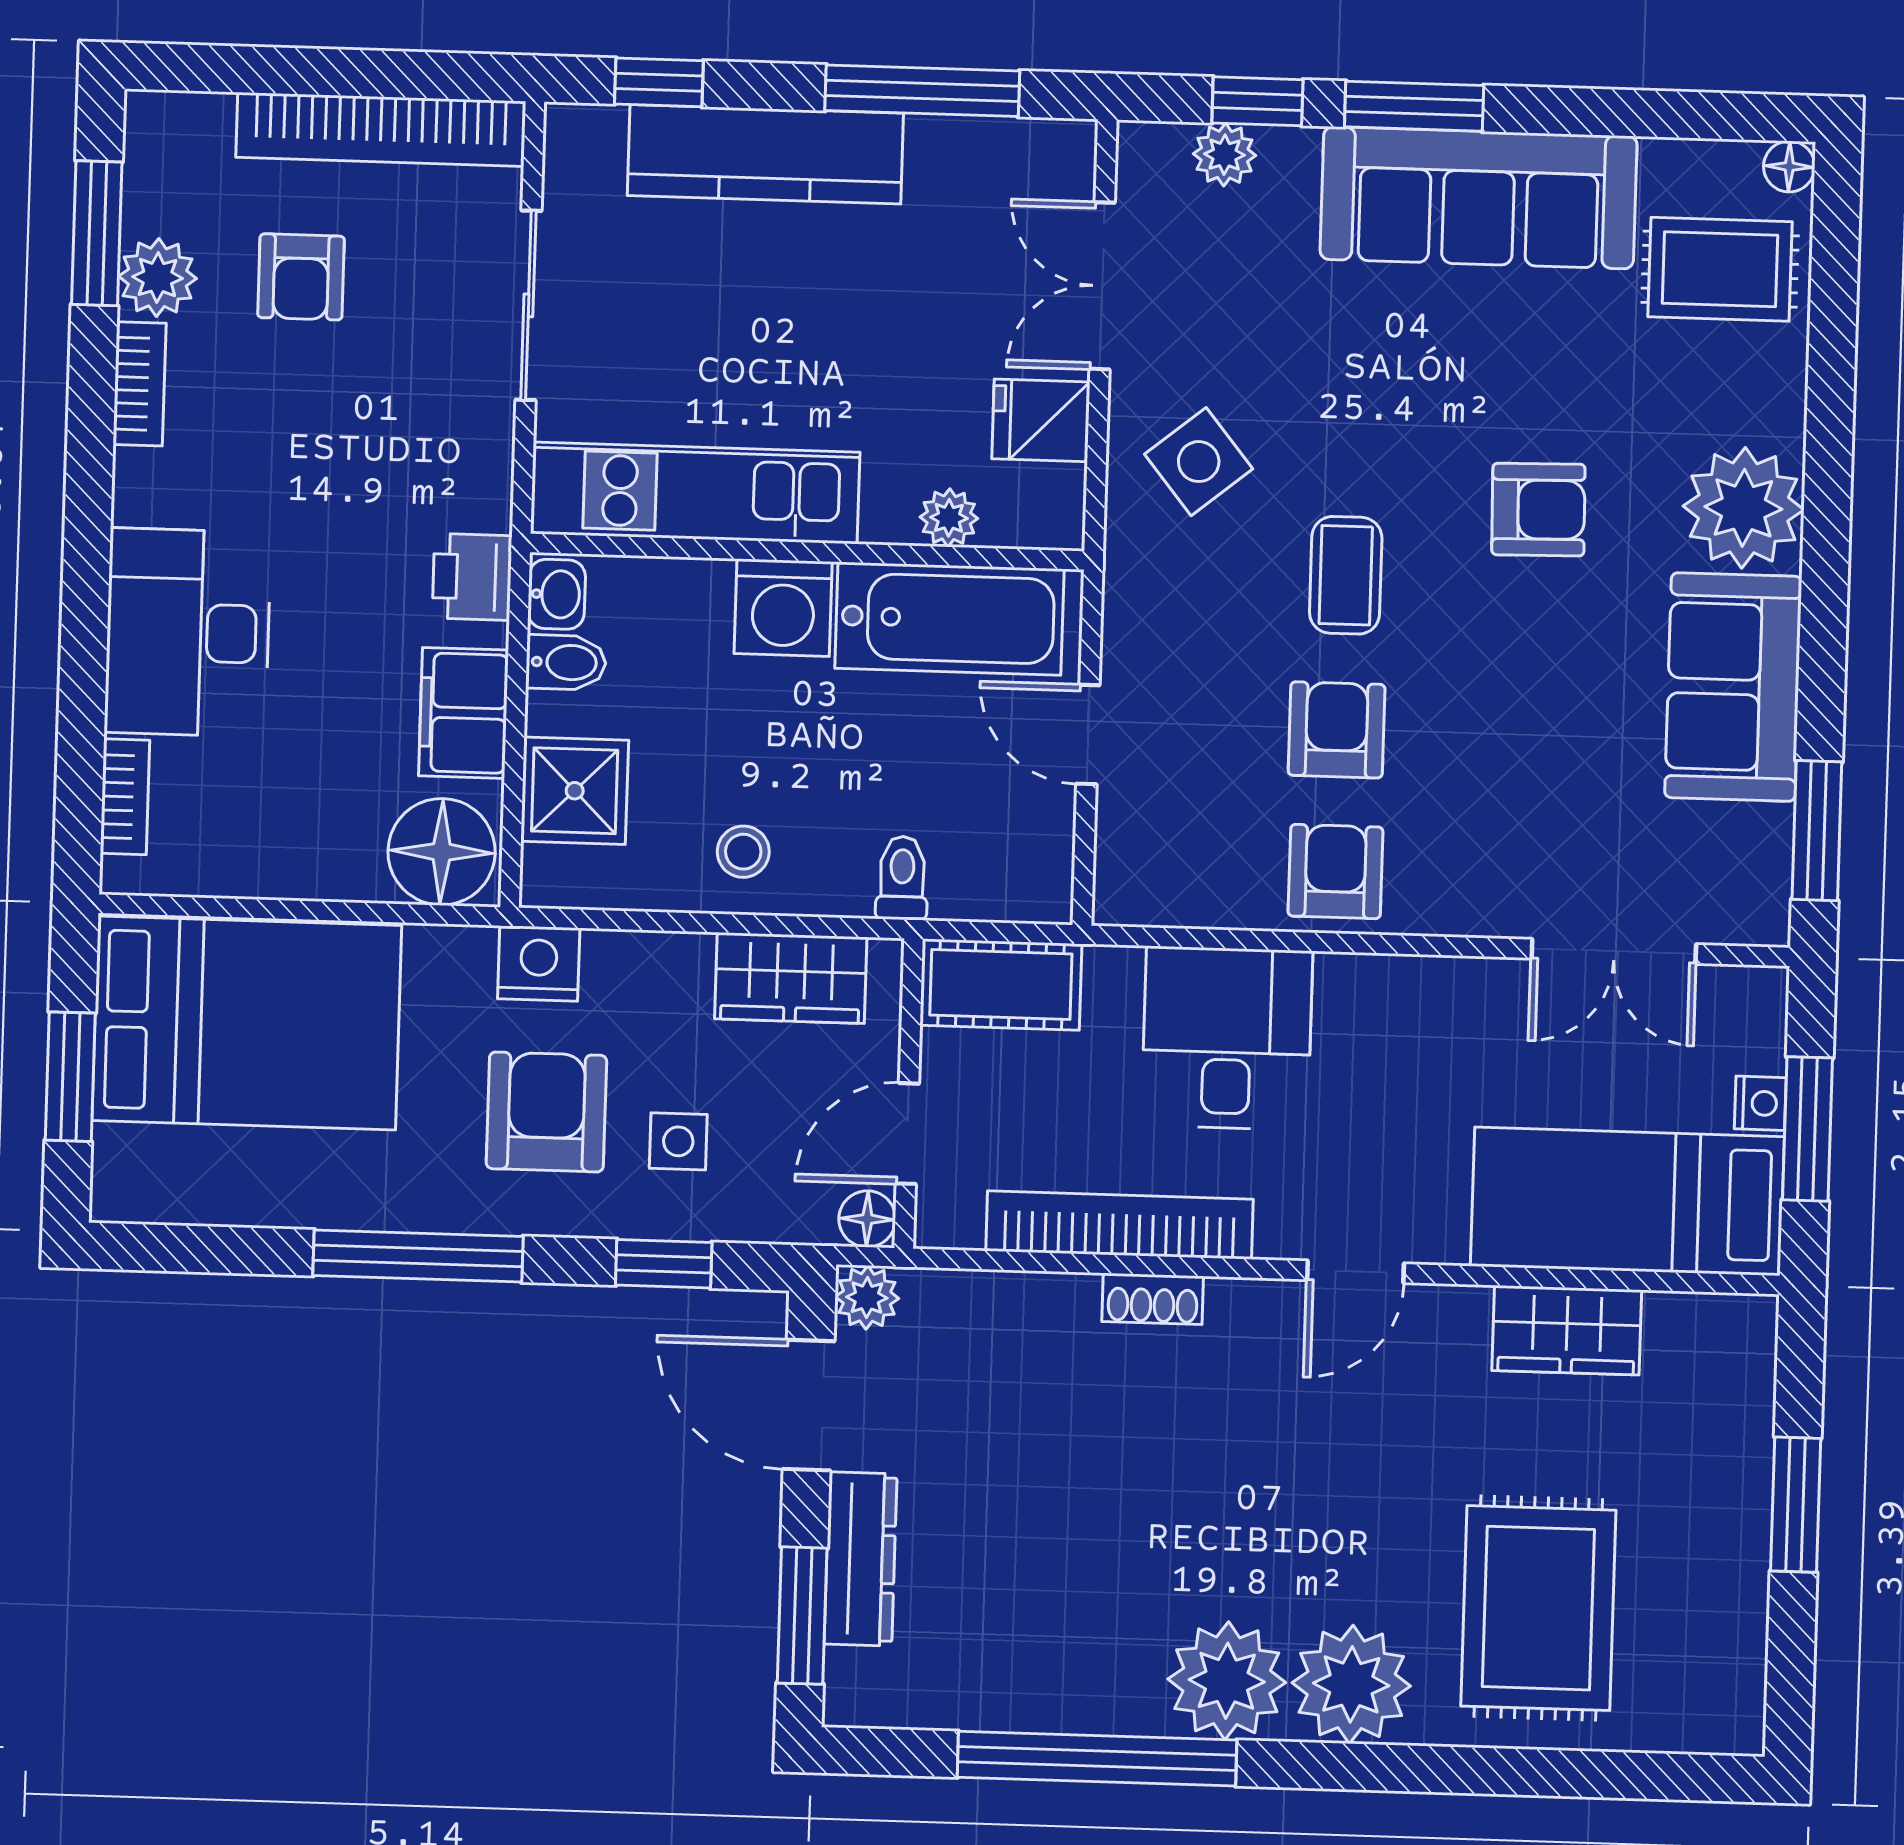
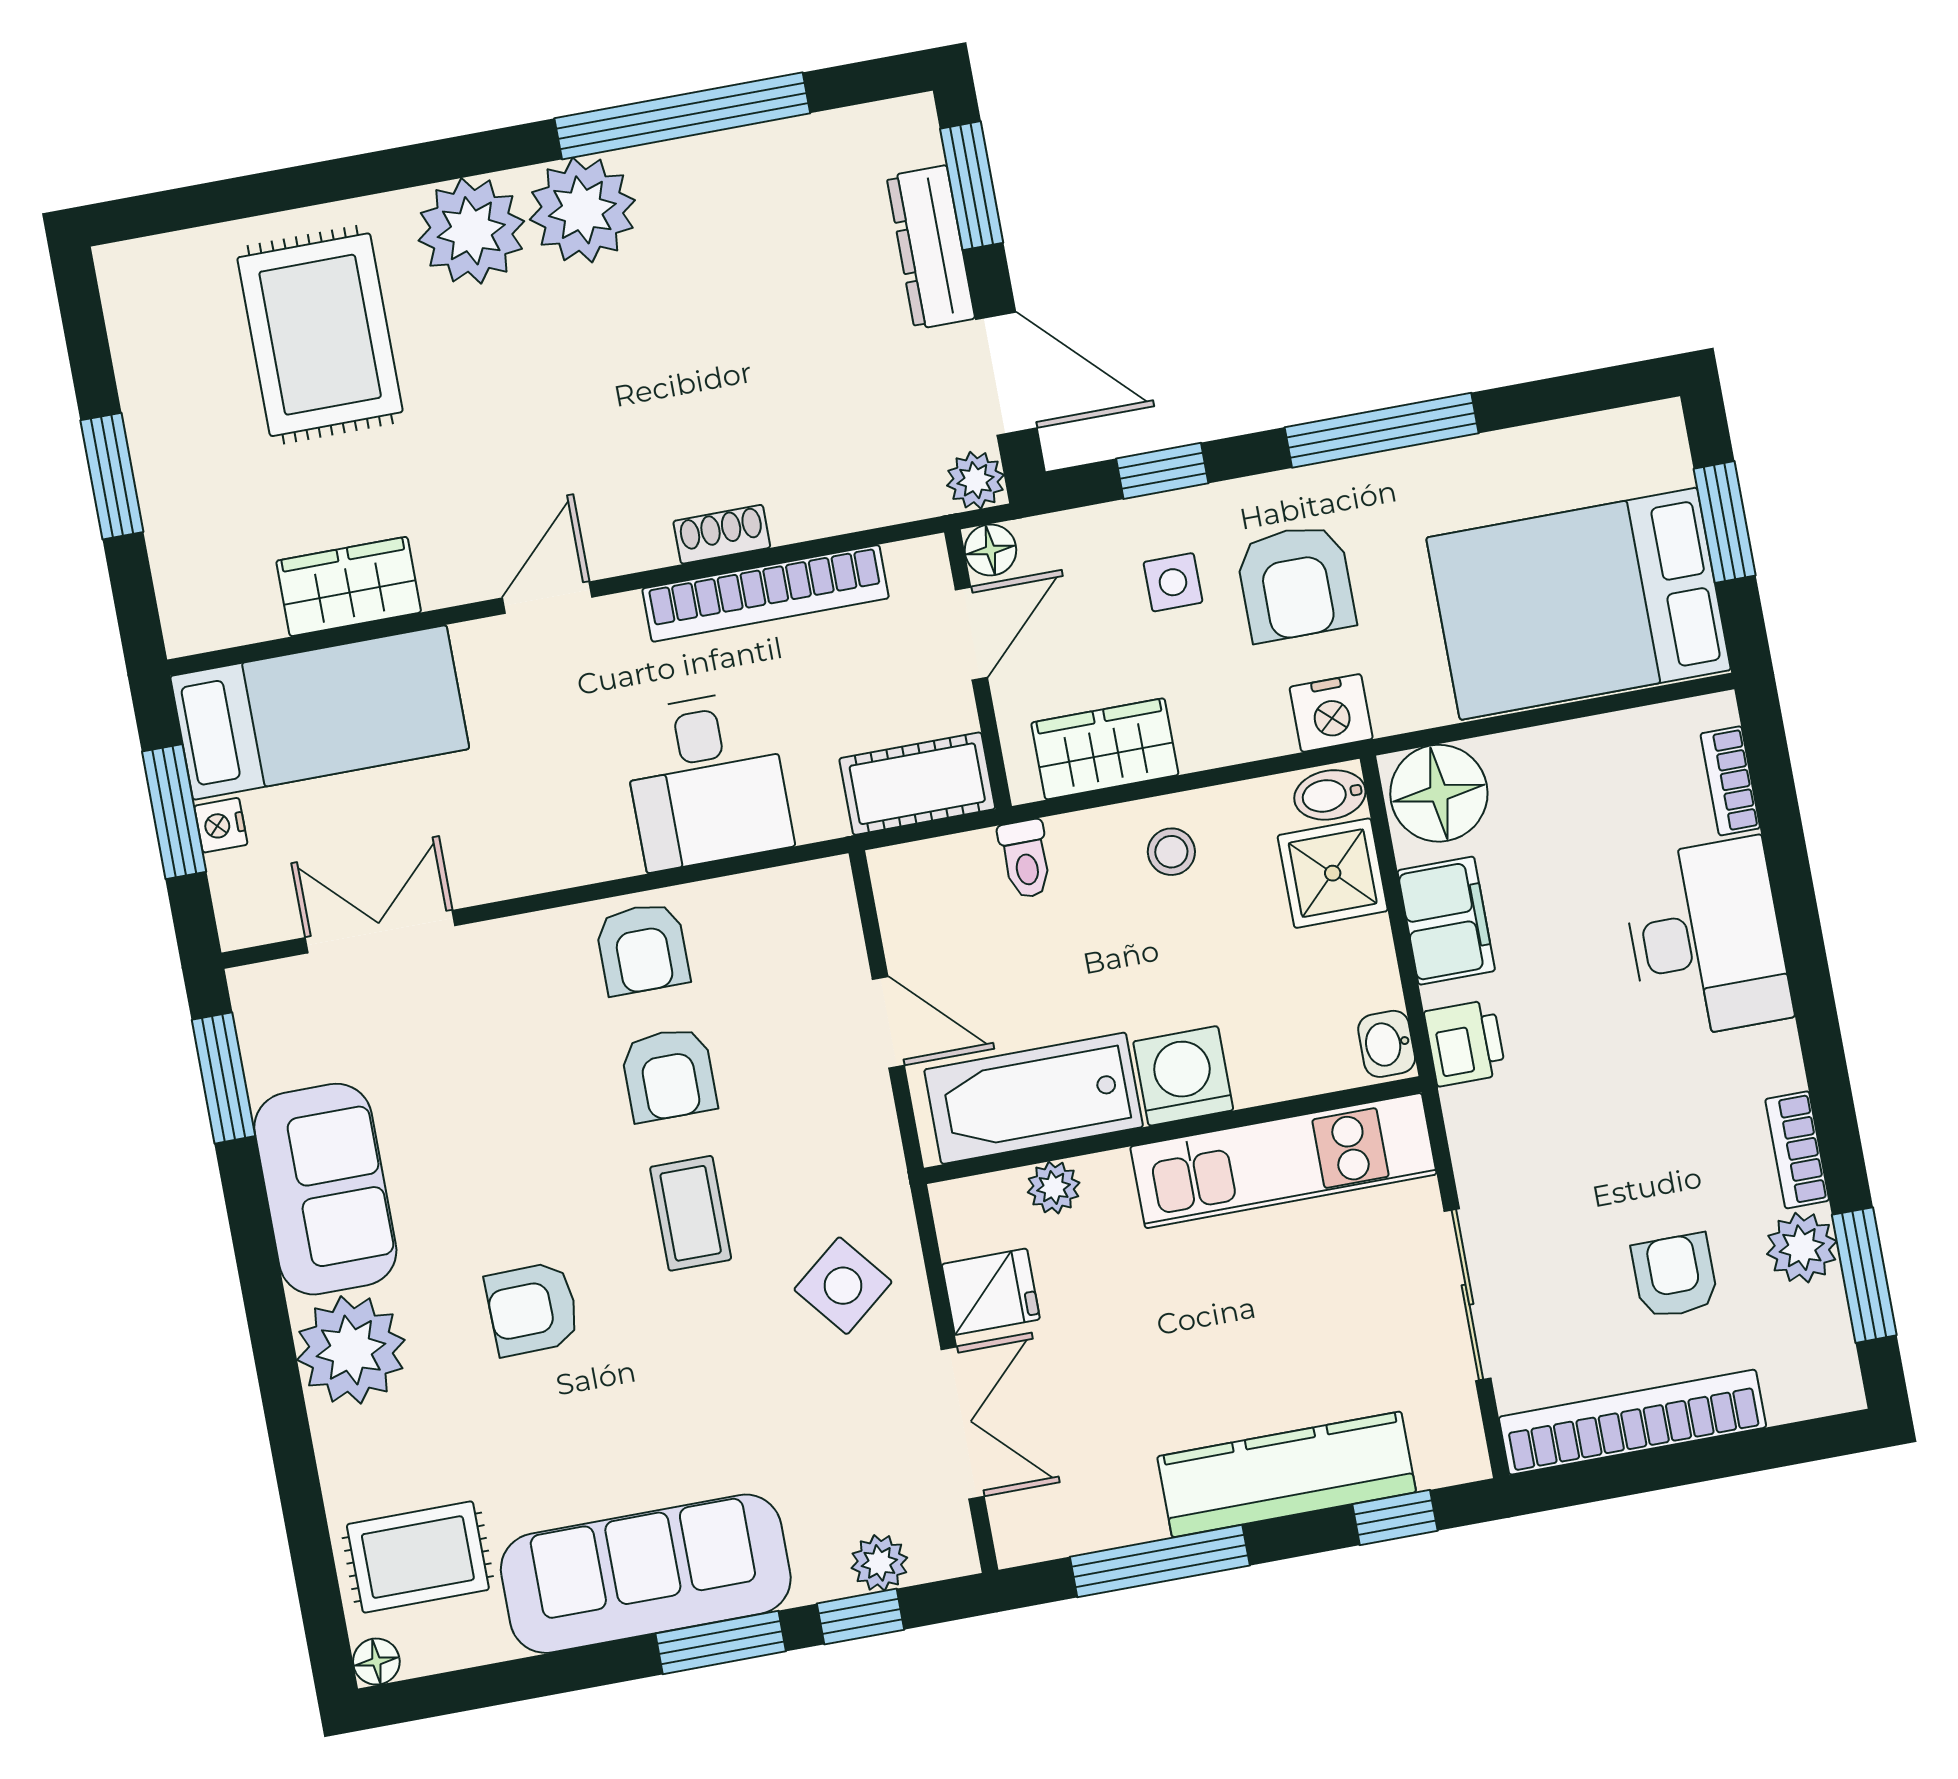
bidet: (566, 662) -> (1330, 795), moved

